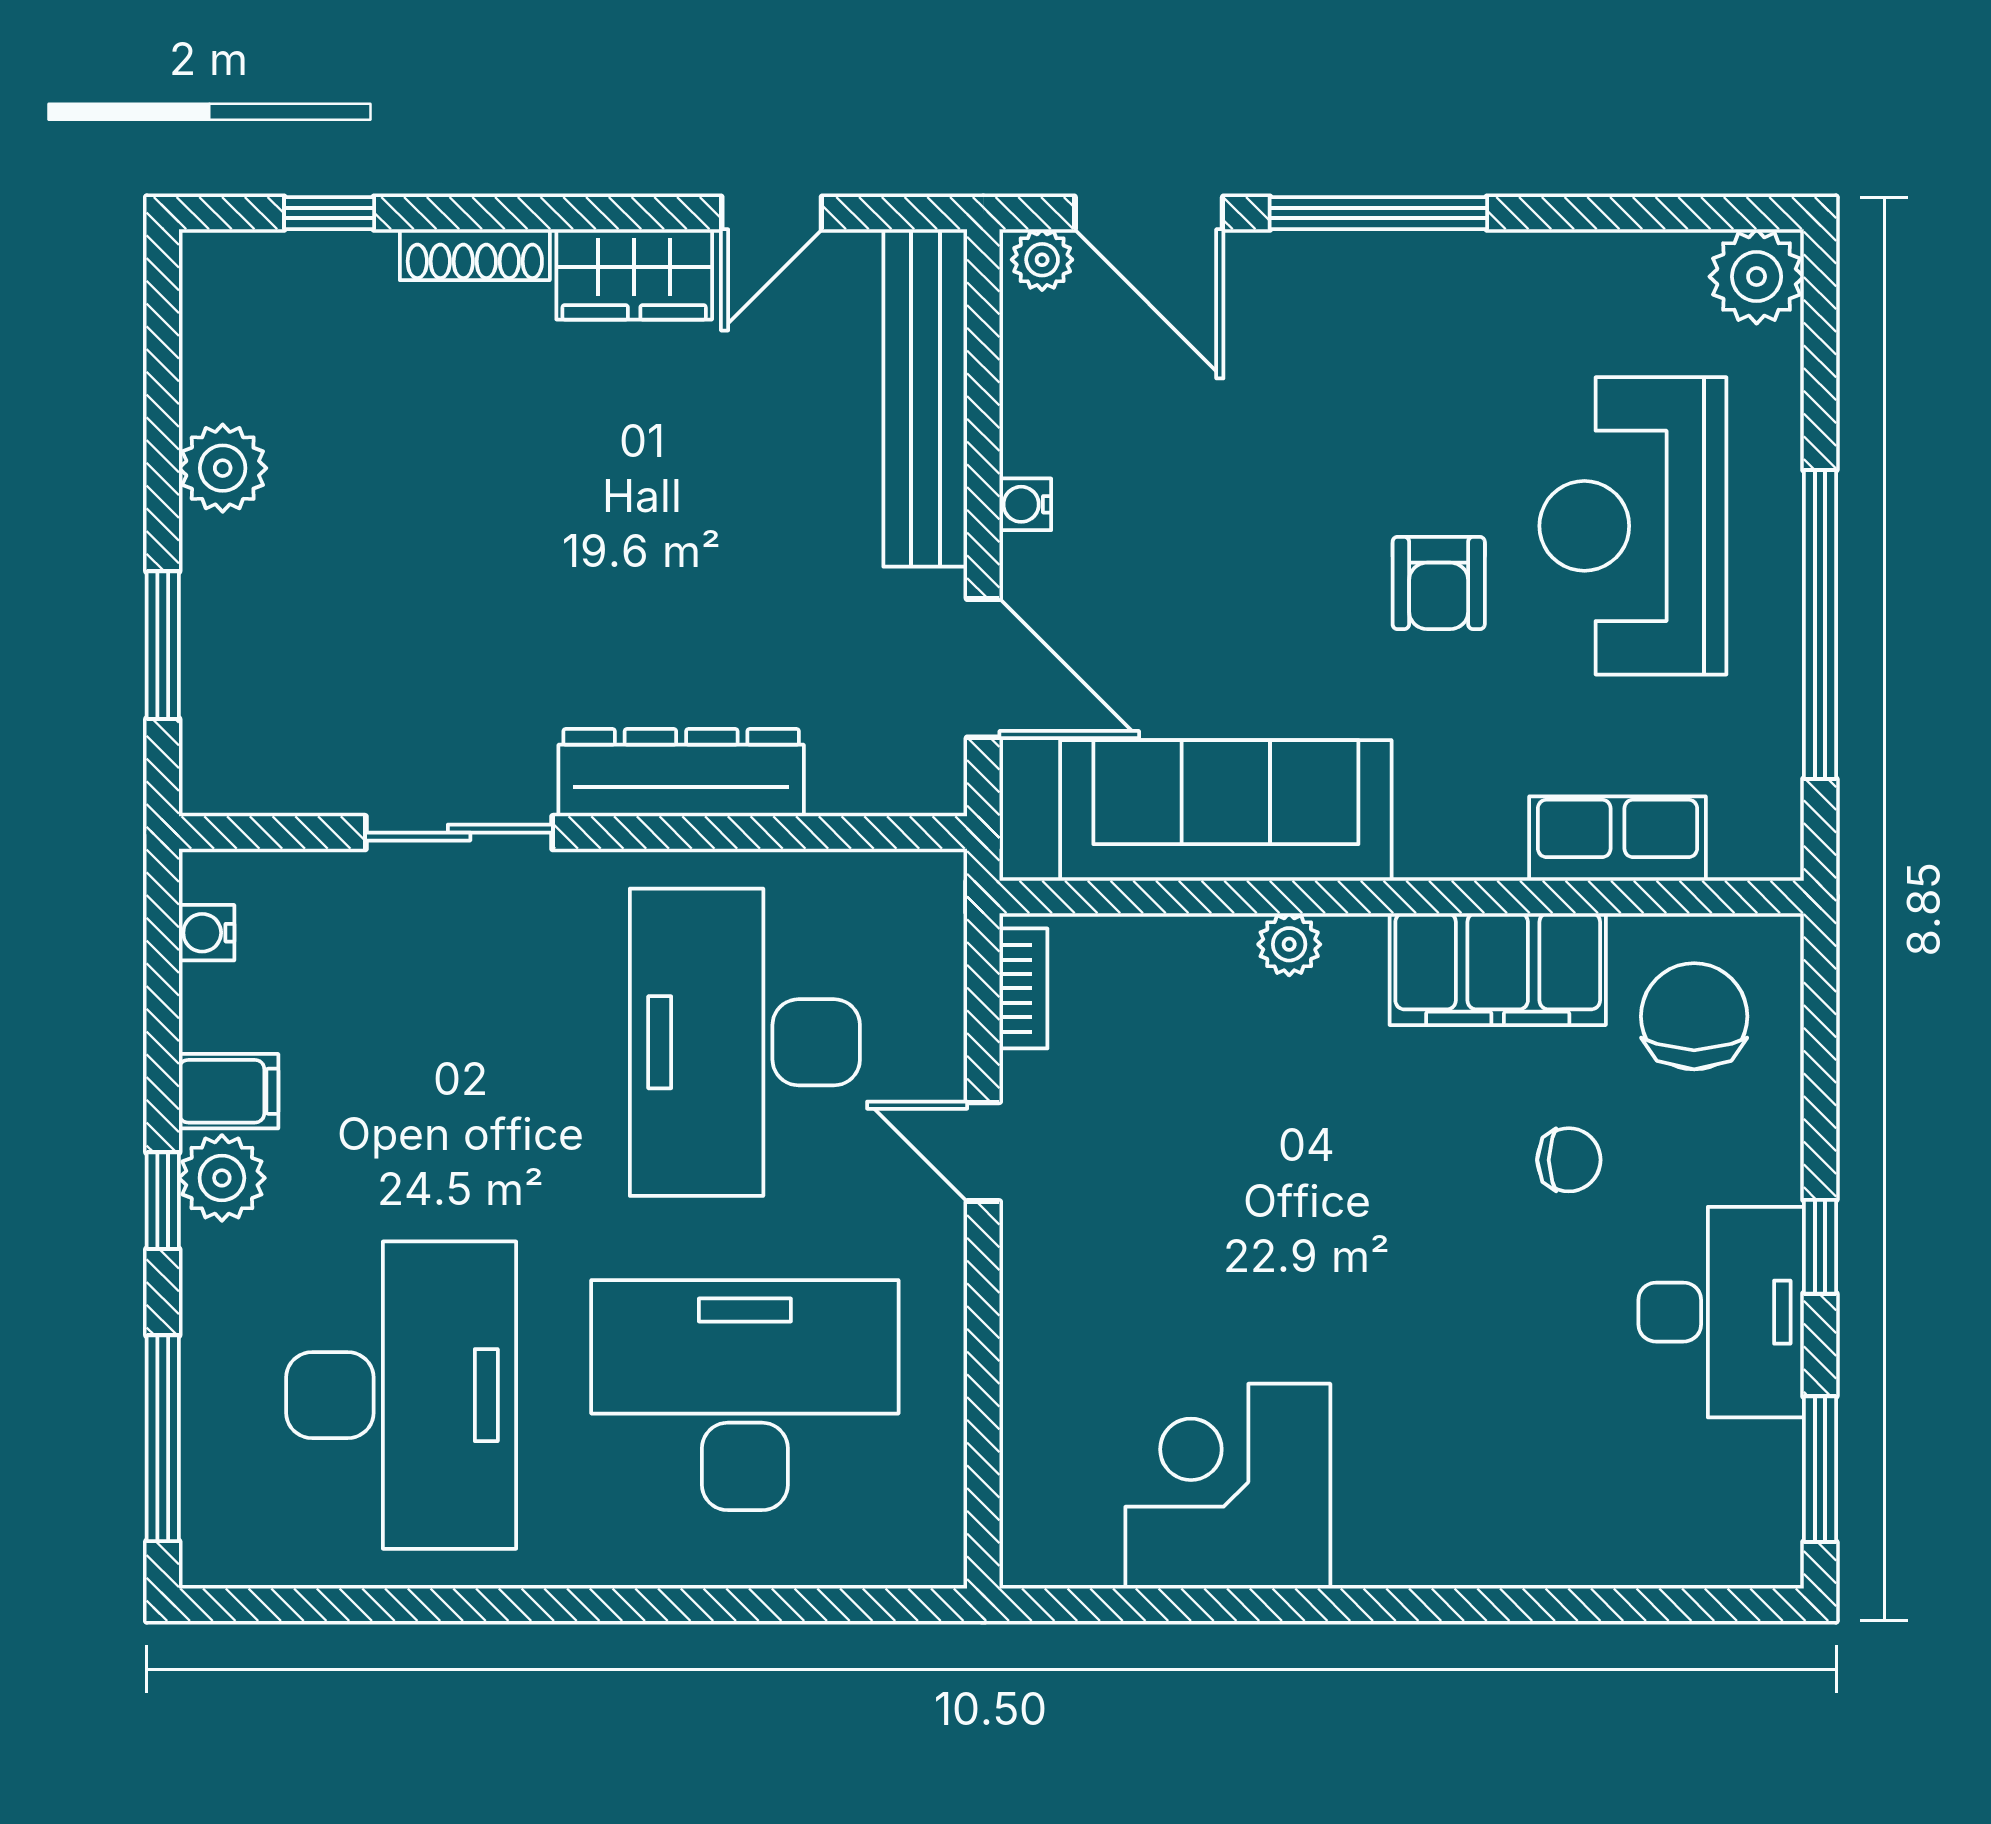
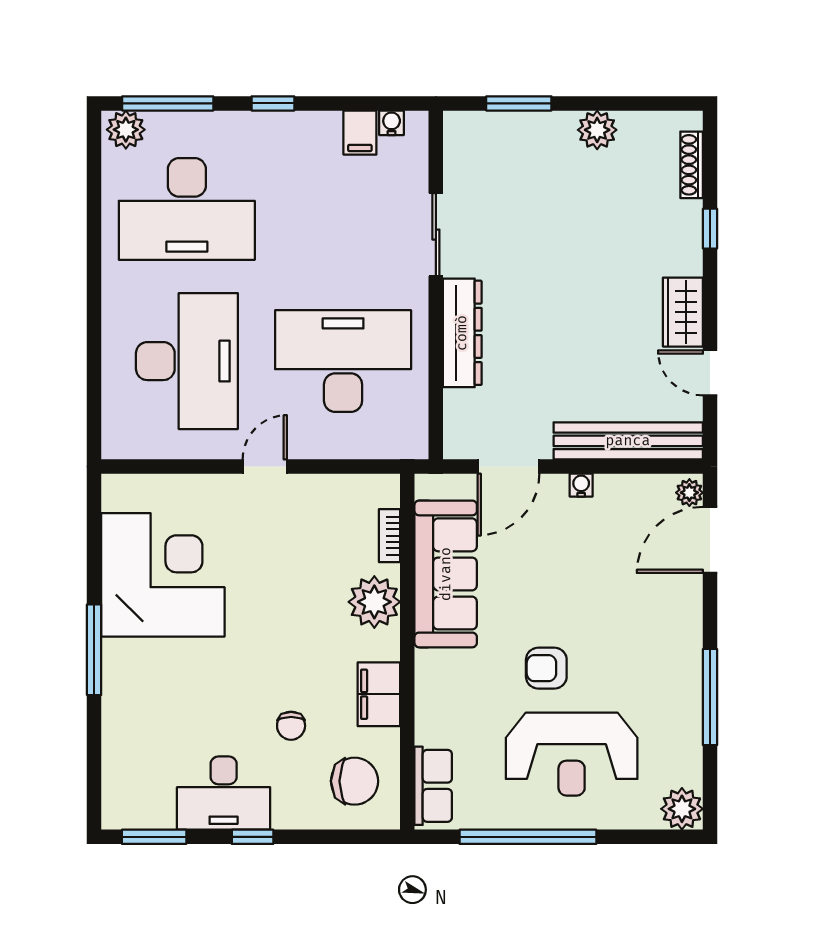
window: (329, 213) -> (710, 229), moved
window: (1378, 213) -> (710, 697), moved
shoe rack: (475, 255) -> (692, 165), moved
reception desk: (1633, 526) -> (572, 754), turned 180
row of seats: (1617, 839) -> (433, 786), moved
plant: (1289, 944) -> (374, 602), width x1.87, depth x1.87
filing cabinet: (1498, 969) -> (379, 694), width x0.67, depth x0.86
bookcase: (1023, 988) -> (390, 536), moved, turned 90
filing cabinet: (229, 1091) -> (360, 133), moved
door: (983, 1152) -> (265, 467), moved
plant: (222, 1178) -> (126, 130), moved
corner desk: (1228, 1486) -> (163, 575), width x1.36, depth x1.36
window: (1397, 1605) -> (94, 650), added

